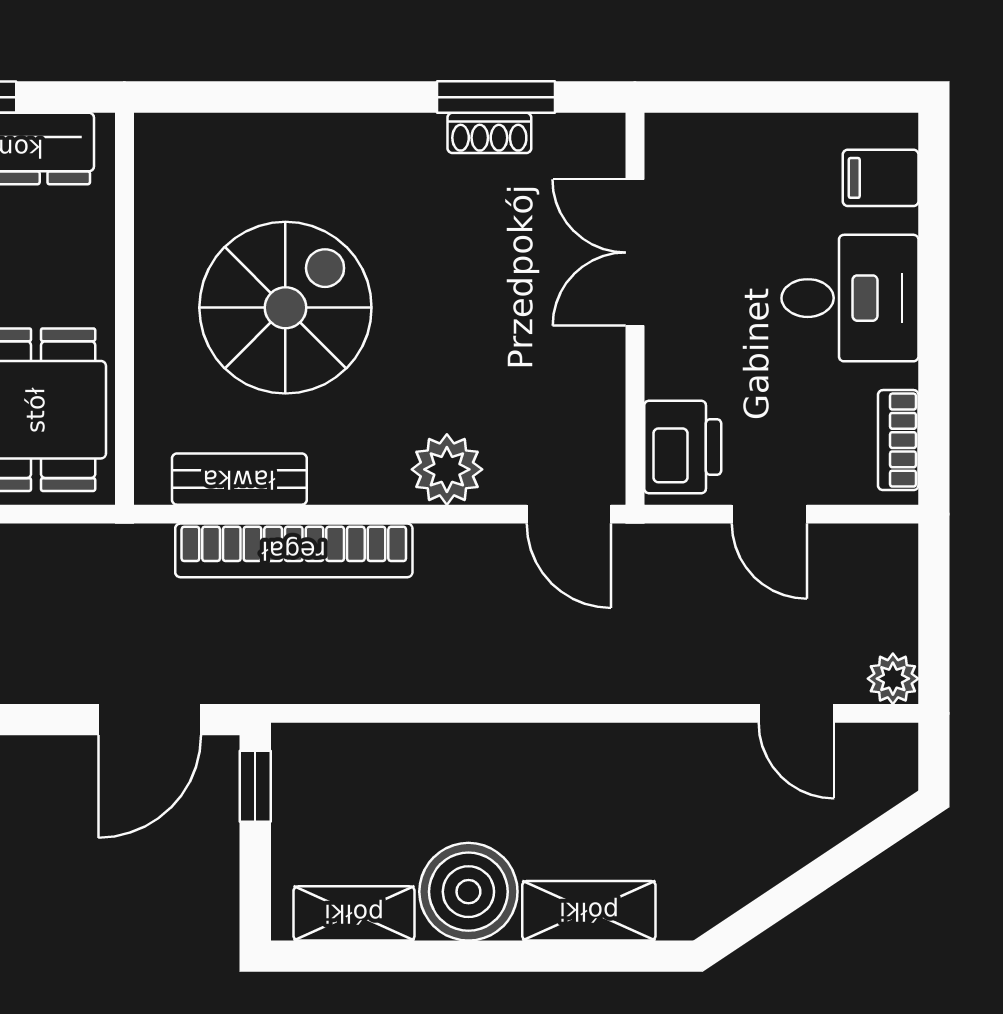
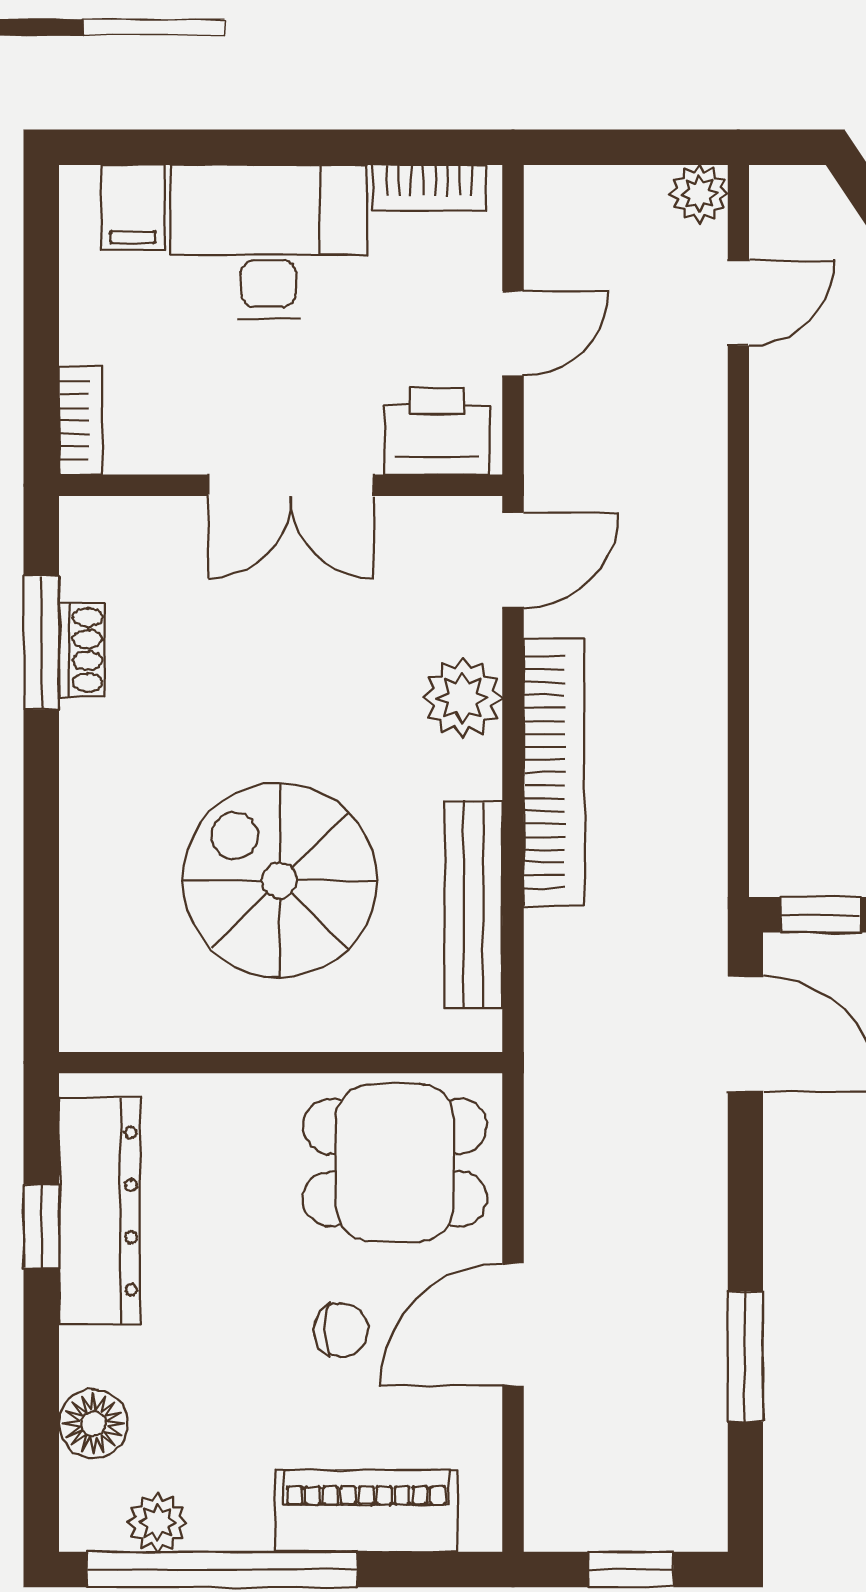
bookcase: (692, 132) -> (81, 421), added
double door: (635, 253) -> (291, 485), moved
desk: (850, 298) -> (269, 242), width x1.37
bench: (239, 479) -> (473, 905), width x1.36
bookcase: (294, 550) -> (554, 772), moved

